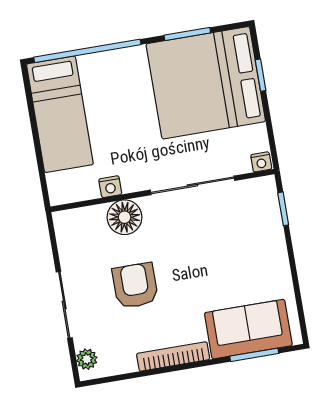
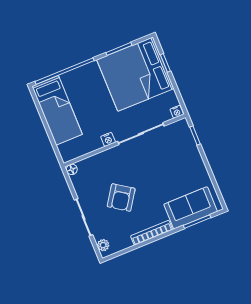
nightstand: (110, 187) -> (108, 139), moved
floor lamp: (125, 217) -> (72, 169), moved, width x0.53, depth x0.53
armchair: (135, 286) -> (121, 198), turned -146

